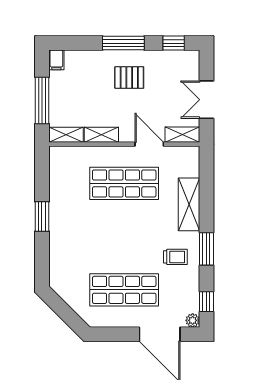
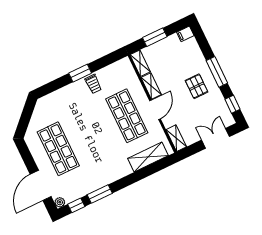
window: (42, 100) -> (155, 37), width x0.69
double door: (206, 100) -> (216, 138), moved
door: (149, 144) -> (155, 110), moved
shelving: (189, 204) -> (148, 157), moved
window: (206, 249) -> (100, 194), moved
trolley: (175, 257) -> (93, 84), moved

